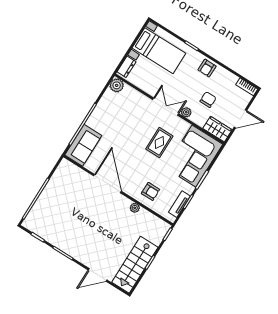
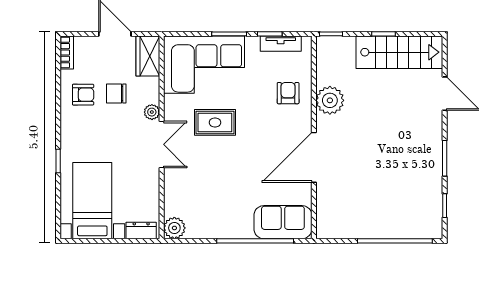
armchair: (207, 68) -> (83, 95), moved
double door: (166, 107) -> (162, 144), swing flipped
plant: (135, 208) -> (330, 100), width x1.88, depth x1.88

